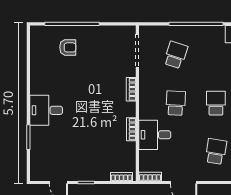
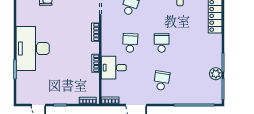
desk: (46, 110) -> (33, 48), width x1.87, depth x1.30

